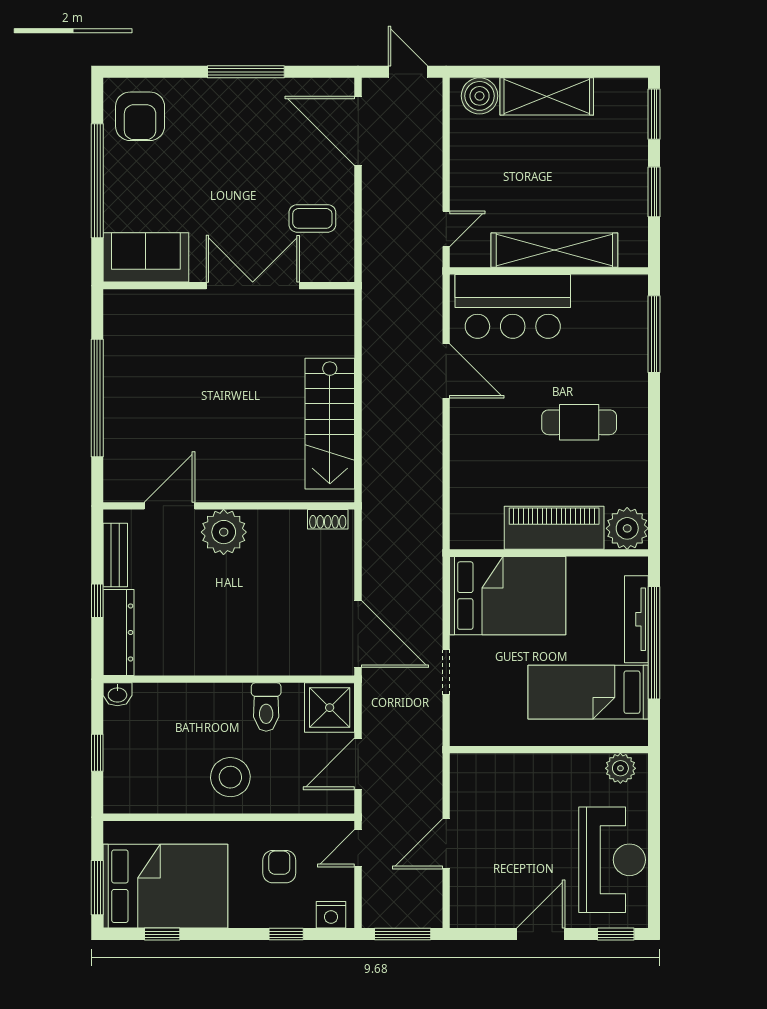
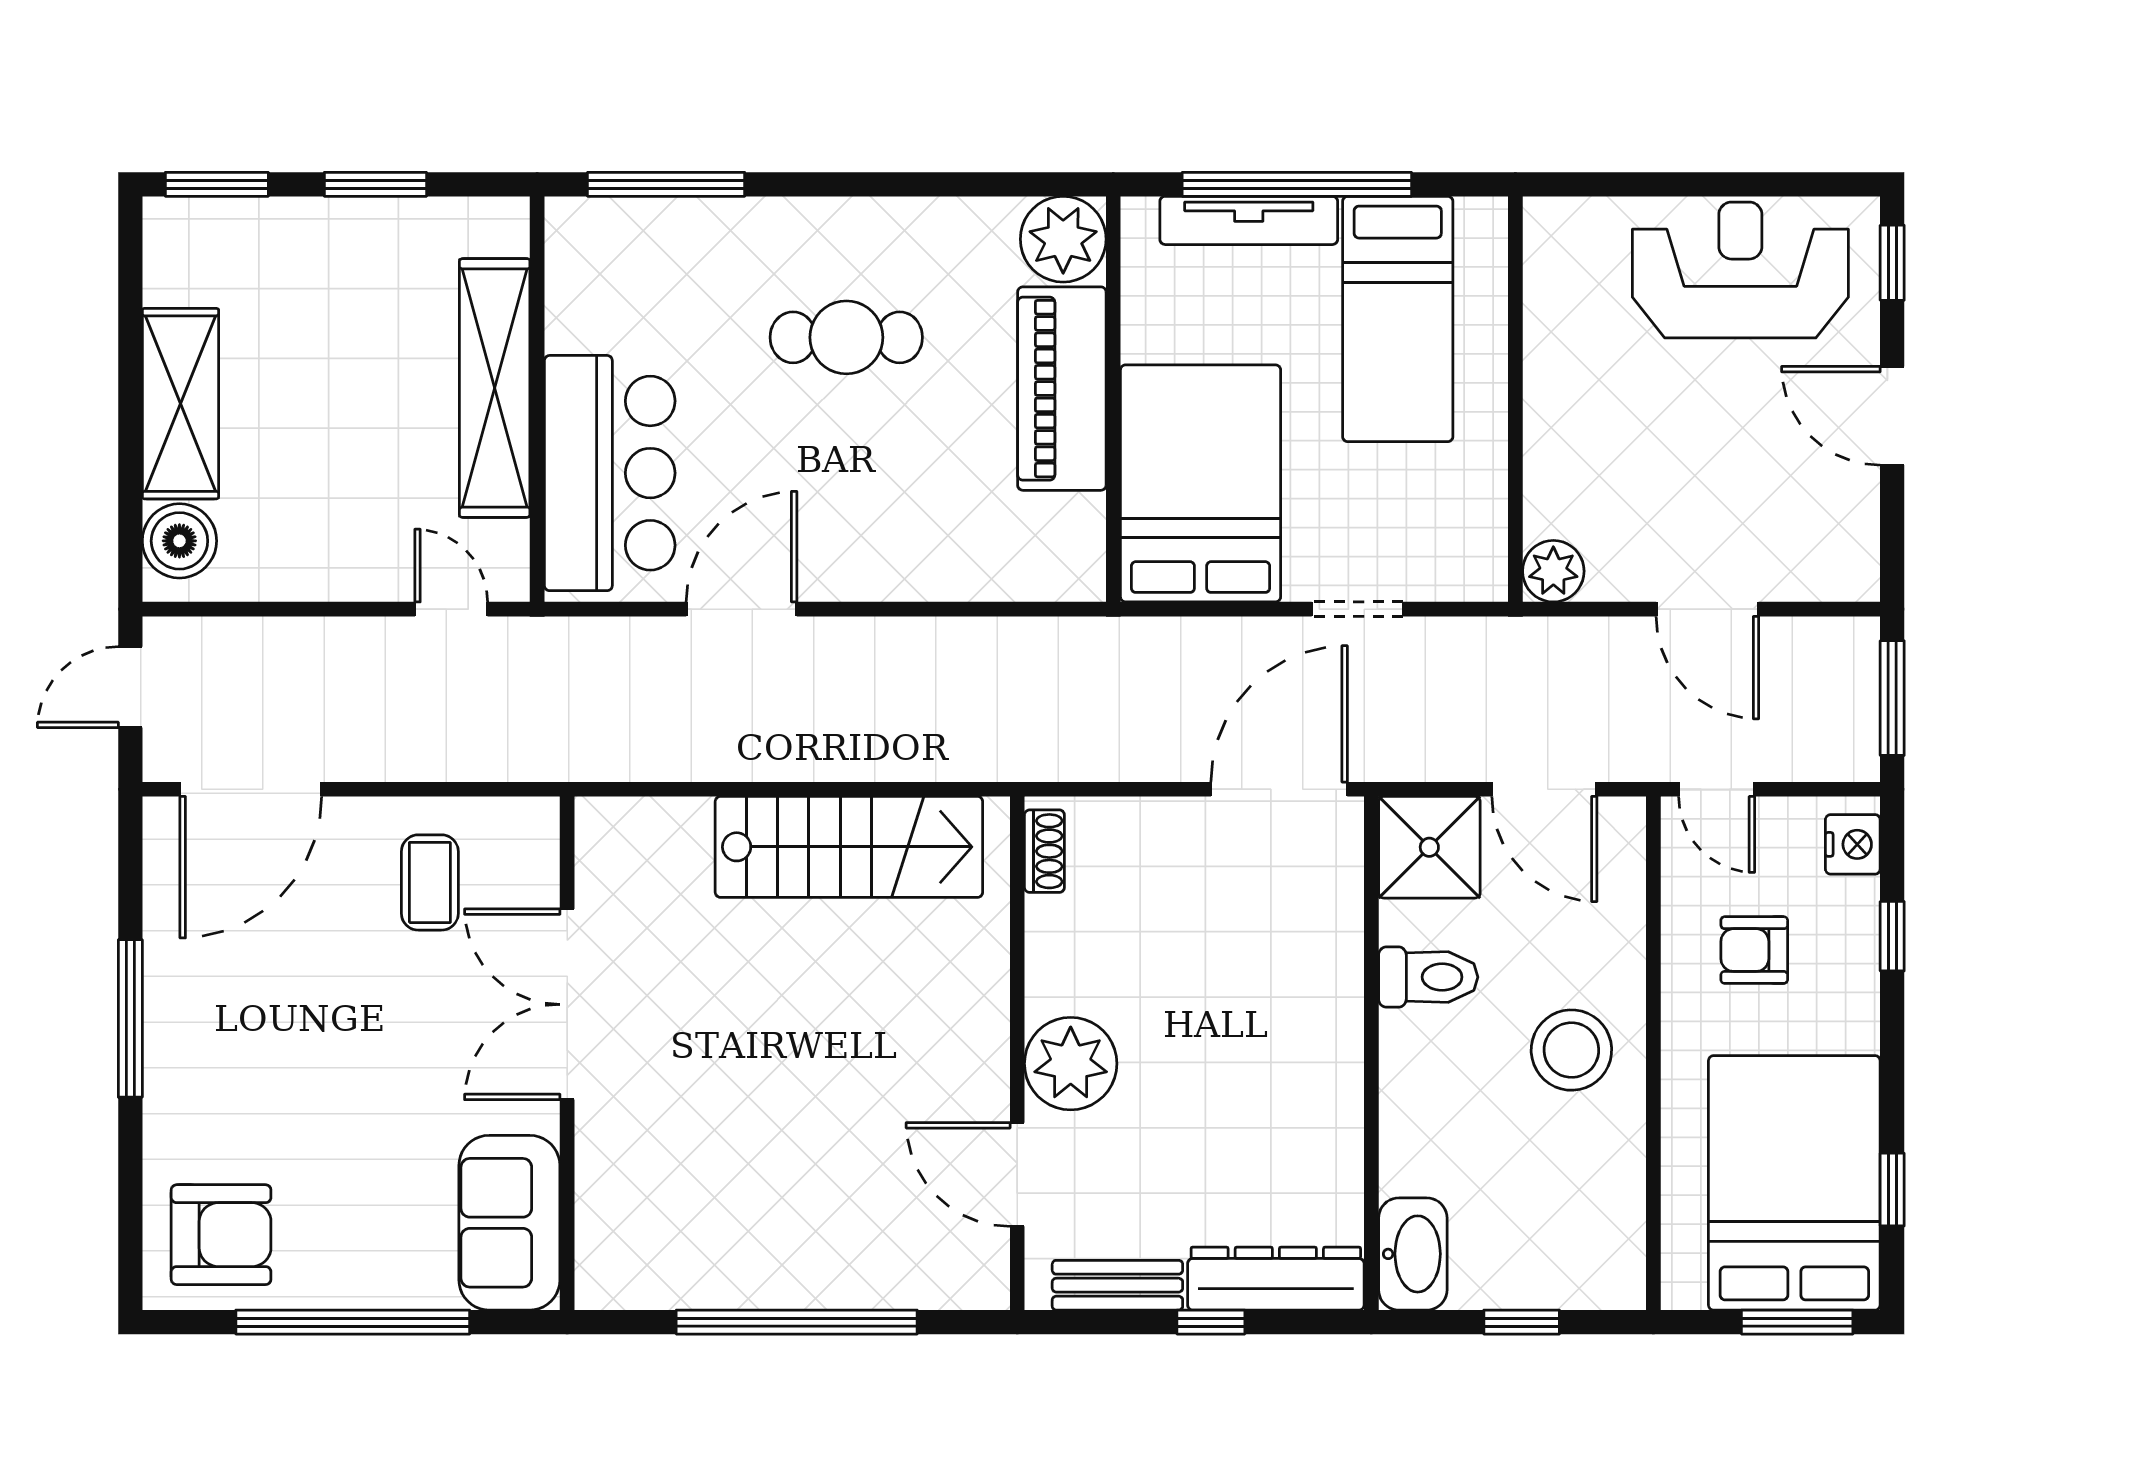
cafe table: (579, 422) -> (846, 337), turned 90
washbasin: (117, 694) -> (1413, 1254), width x1.91, depth x1.45
plant: (620, 768) -> (1553, 571), moved

